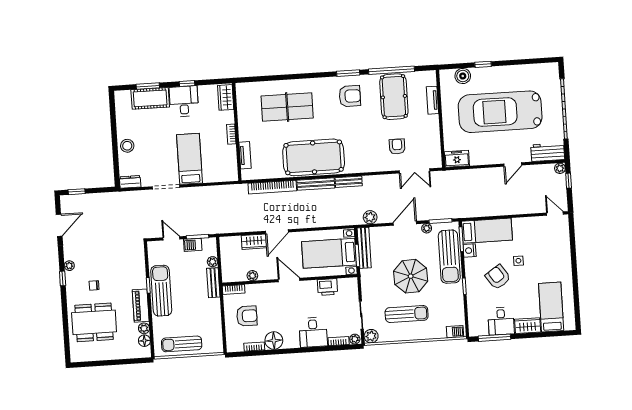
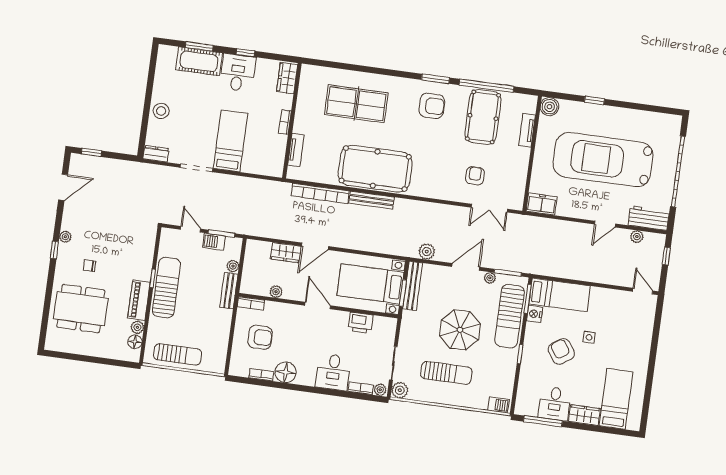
boiler: (463, 76) -> (550, 107), moved
plant: (560, 168) -> (637, 237), moved
bench: (349, 182) -> (410, 205), removed
sun lounger: (182, 344) -> (178, 354), turned 180

